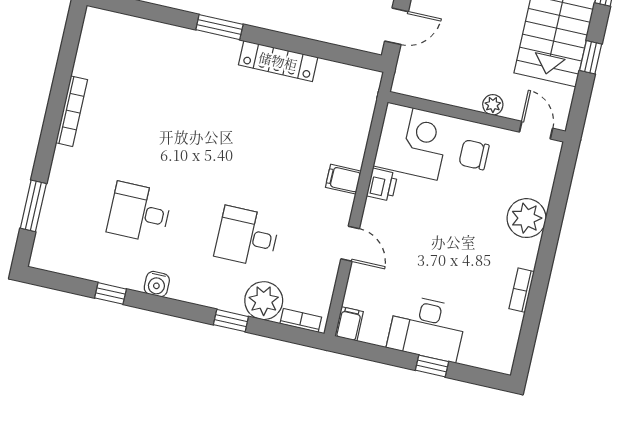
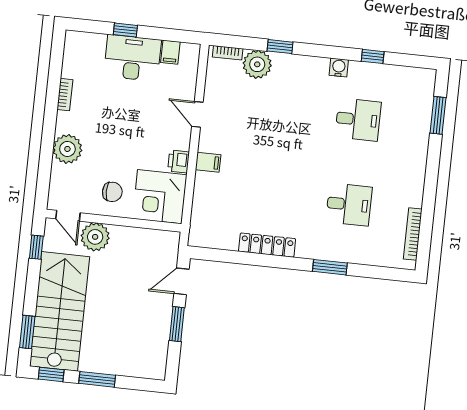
window: (219, 27) -> (330, 267), moved
window: (591, 57) -> (36, 247), moved
plant: (493, 105) -> (95, 237), width x1.87, depth x1.87
bookcase: (72, 111) -> (413, 234), moved
desk: (247, 237) -> (349, 204), moved
filing cabinet: (349, 324) -> (170, 52), moved

